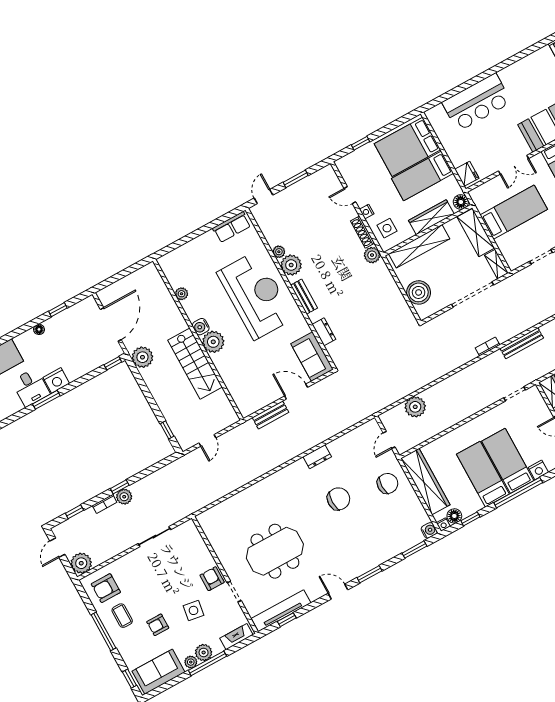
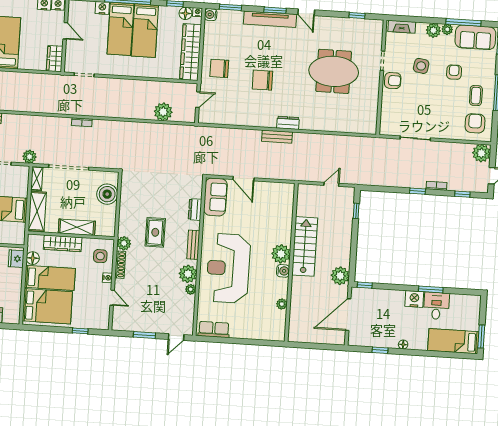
floor lamp: (461, 202) -> (33, 258), moved
shelving: (419, 246) -> (77, 227), width x0.68
rug: (348, 285) -> (155, 232), added
bench: (522, 343) -> (55, 109), removed
bench: (271, 415) -> (277, 137), moved
dresser: (317, 457) -> (288, 123), moved
plant: (124, 497) -> (29, 157), moved
armchair: (212, 579) -> (393, 81), turned -90
armchair: (106, 588) -> (475, 123), turned -90
tv unit: (281, 611) -> (270, 19), moved
armchair: (158, 625) -> (454, 72), turned -90
window: (208, 663) -> (463, 22), moved

